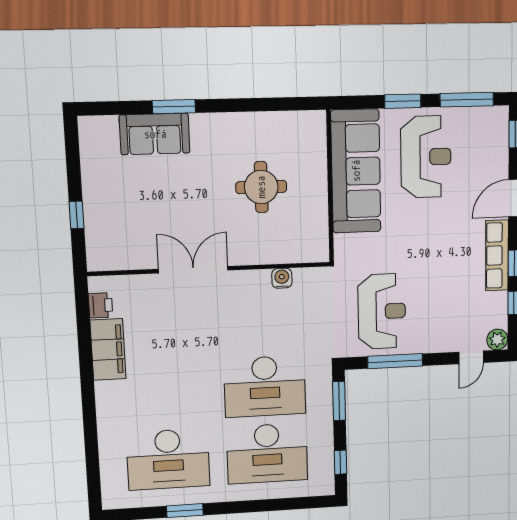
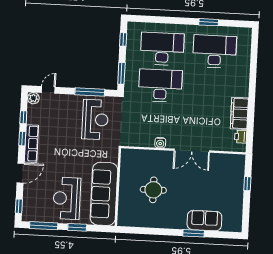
water cooler: (282, 278) -> (160, 143), moved
reception desk: (382, 311) -> (95, 120), turned 180

